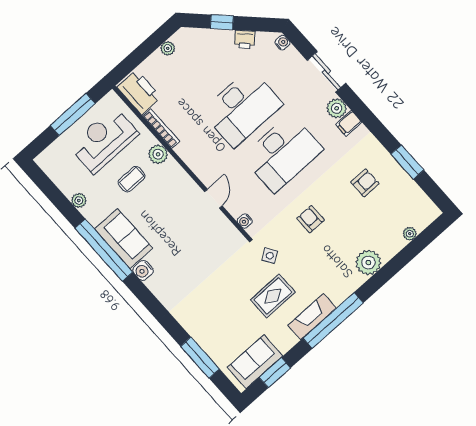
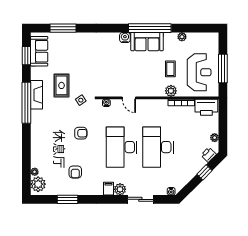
printer: (245, 40) -> (209, 155), moved
plant: (368, 263) -> (38, 184), moved

